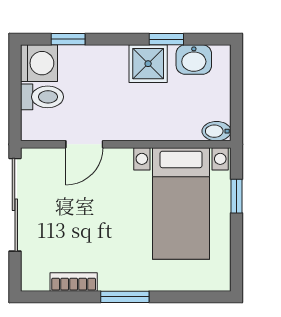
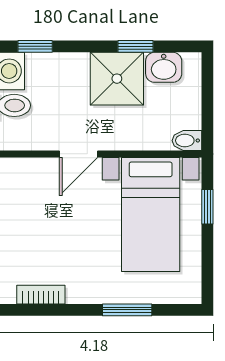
shower: (148, 64) -> (117, 79), width x1.36, depth x1.36
door: (84, 144) -> (79, 154), moved
window: (125, 297) -> (127, 310), moved

